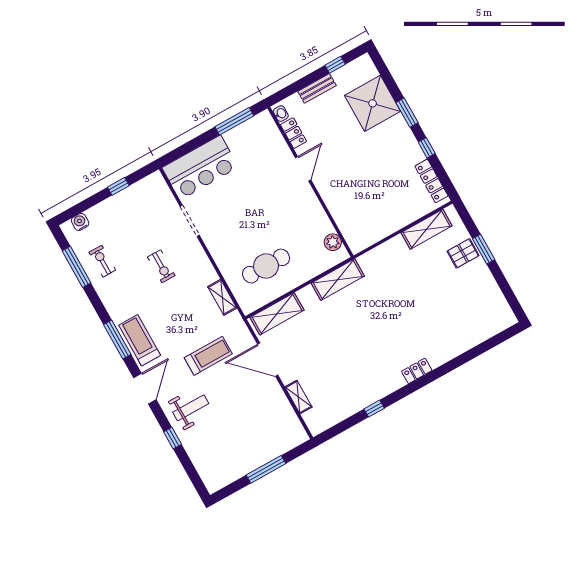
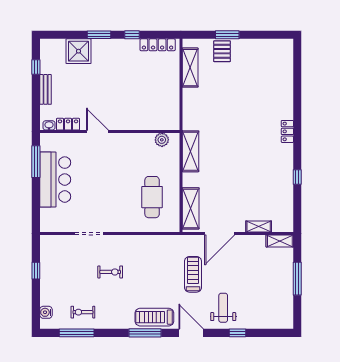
shower: (373, 103) -> (79, 51), width x0.73, depth x0.73
bar counter: (200, 167) -> (55, 180), moved
shelving: (222, 297) -> (280, 241), moved

